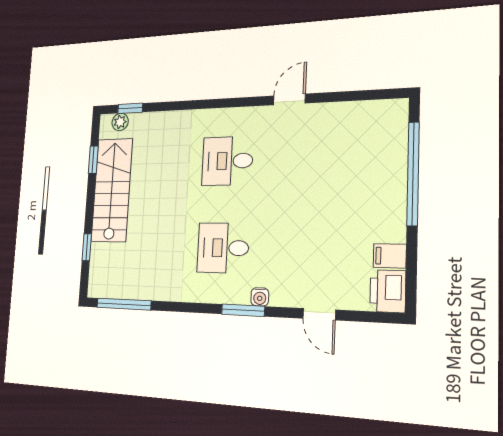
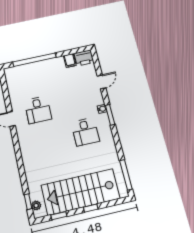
desk: (227, 161) -> (38, 110), moved
stairs: (112, 190) -> (81, 192), width x1.36, depth x1.51
window: (87, 247) -> (91, 208), moved

